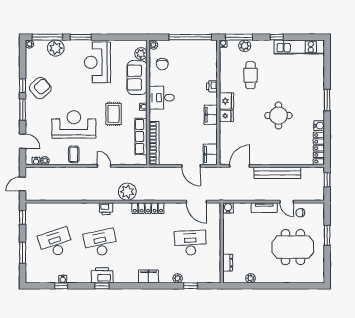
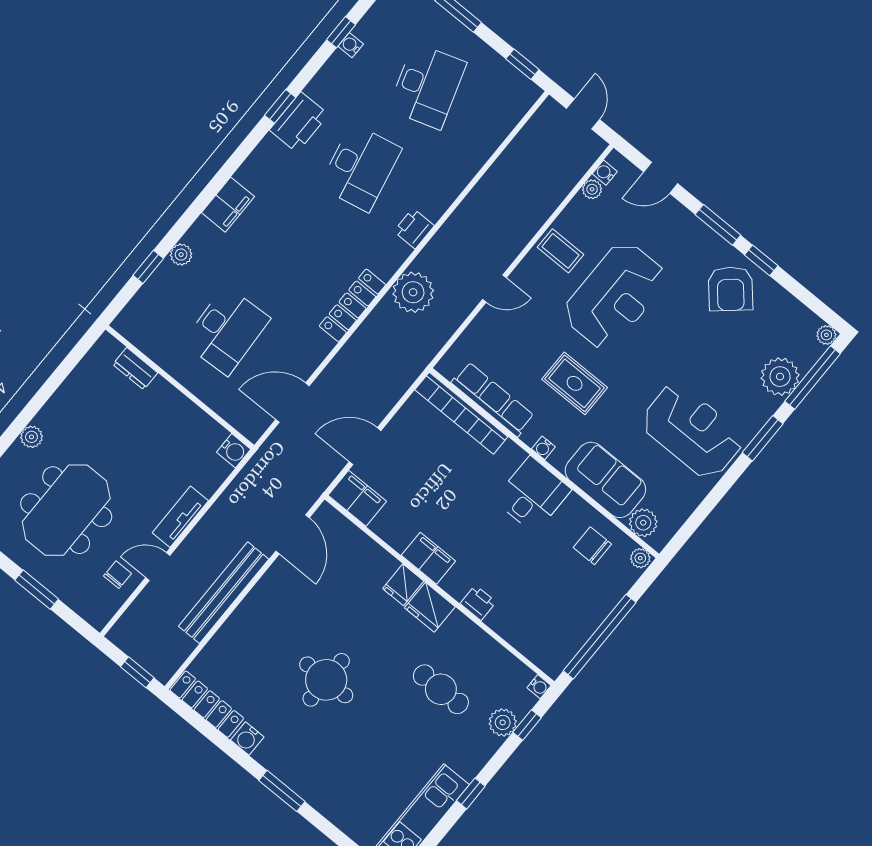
window: (239, 37) -> (527, 725), width x0.46
plant: (251, 278) -> (31, 437), moved

